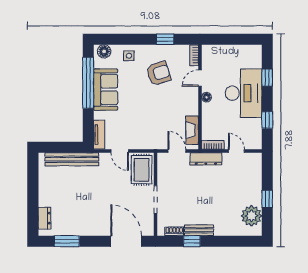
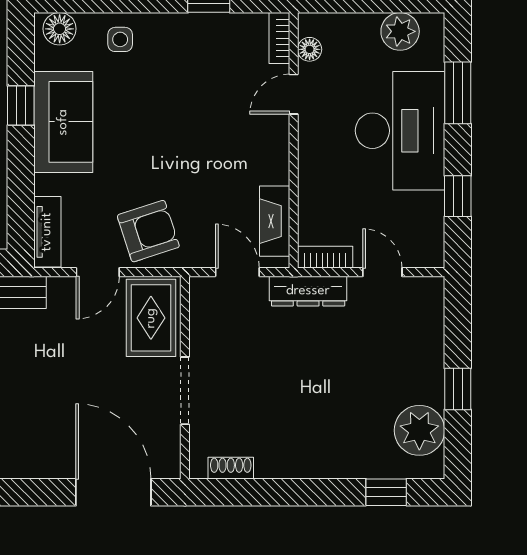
plant: (244, 52) -> (400, 31), added
armchair: (159, 73) -> (148, 231), moved
window: (267, 78) -> (458, 93), width x1.50
window: (88, 83) -> (21, 105), width x0.32
floor lamp: (206, 97) -> (310, 49), moved
door: (120, 151) -> (98, 272), hinge flipped
bench: (199, 230) -> (291, 466), removed
window: (192, 241) -> (386, 492), moved

